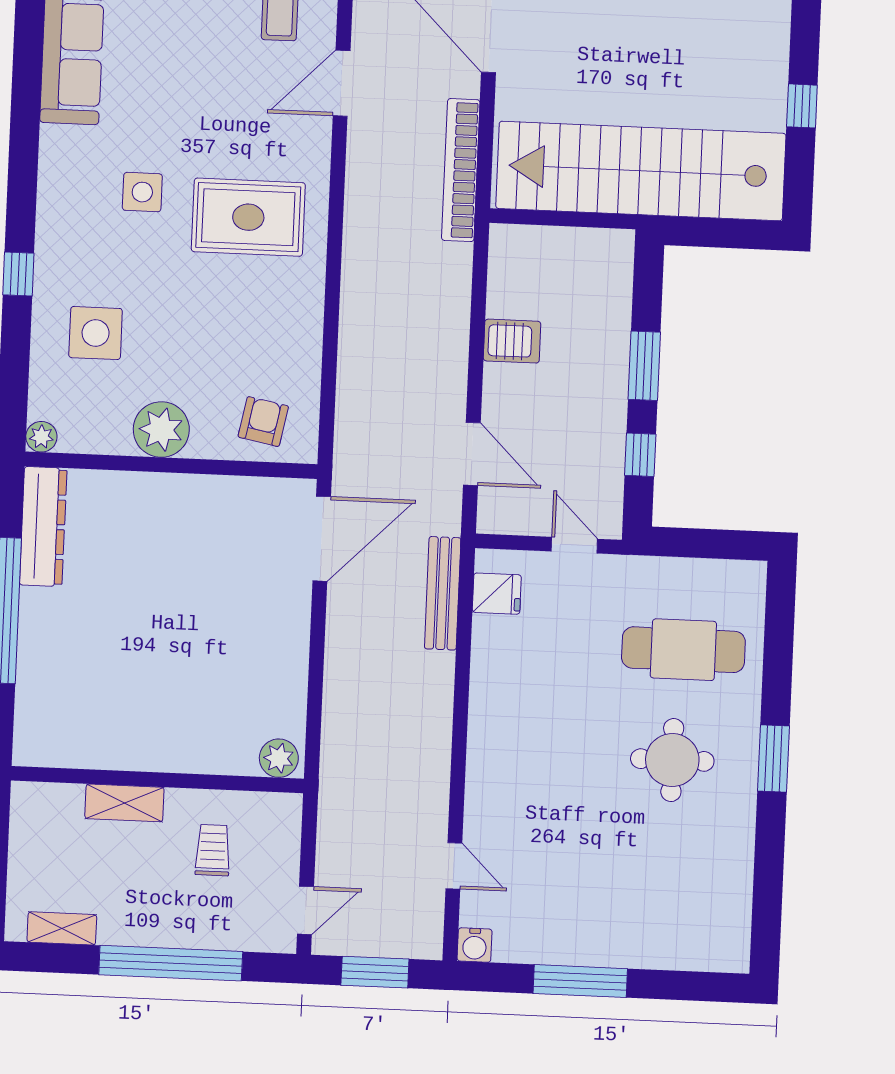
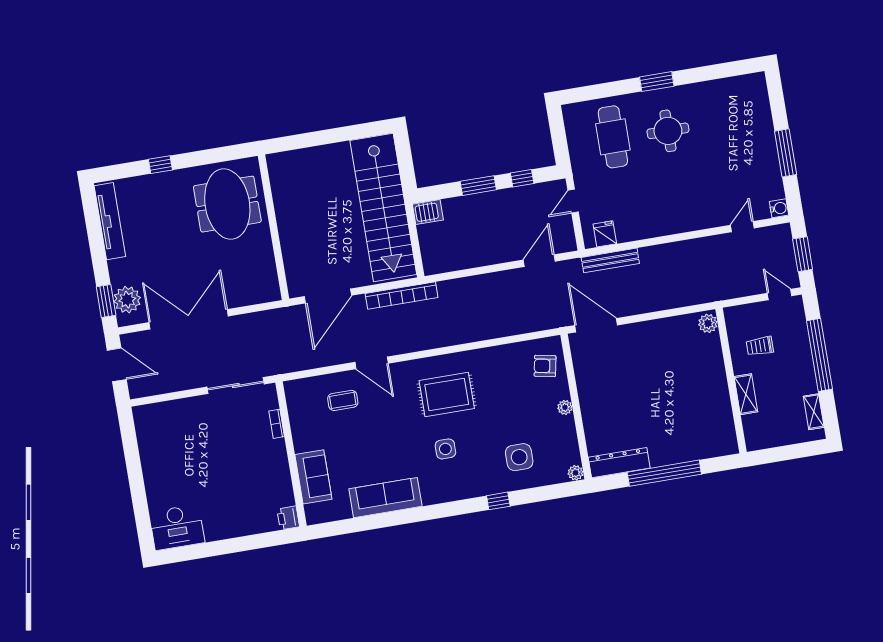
window: (802, 106) -> (335, 135), removed
rug: (248, 217) -> (447, 394), turned 90
server rack: (512, 341) -> (428, 212), moved, turned 90
plant: (161, 430) -> (565, 407), width x0.53, depth x0.53

